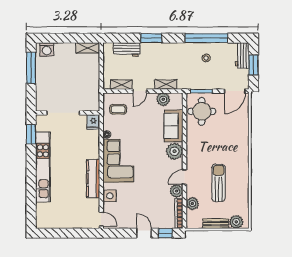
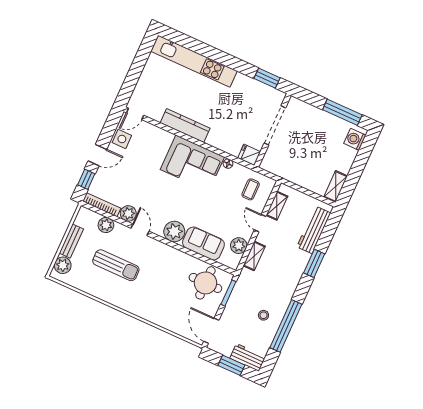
workbench: (127, 49) -> (314, 230), width x1.38
kitchen unit: (43, 167) -> (194, 61), moved
side table: (110, 196) -> (122, 139), moved

